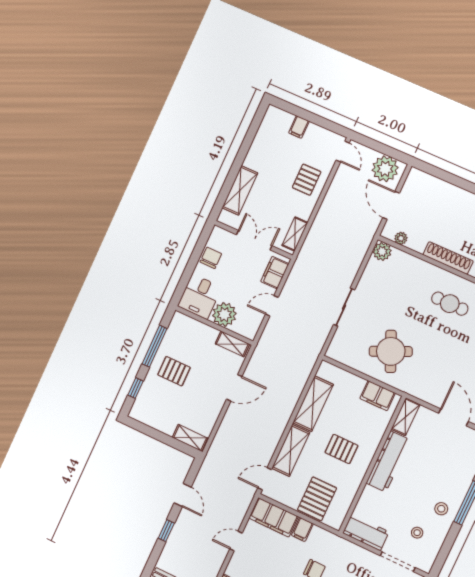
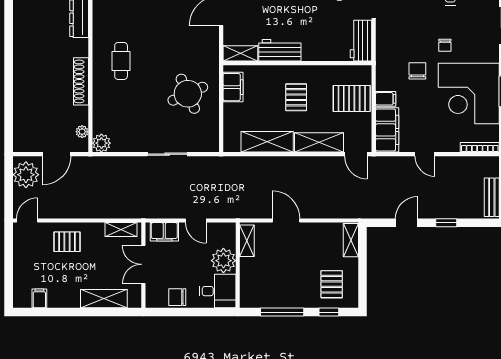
filing cabinet: (299, 127) -> (39, 298), moved, turned -90
pallet: (174, 371) -> (332, 284), moved
workbench: (388, 461) -> (280, 50), width x0.73

